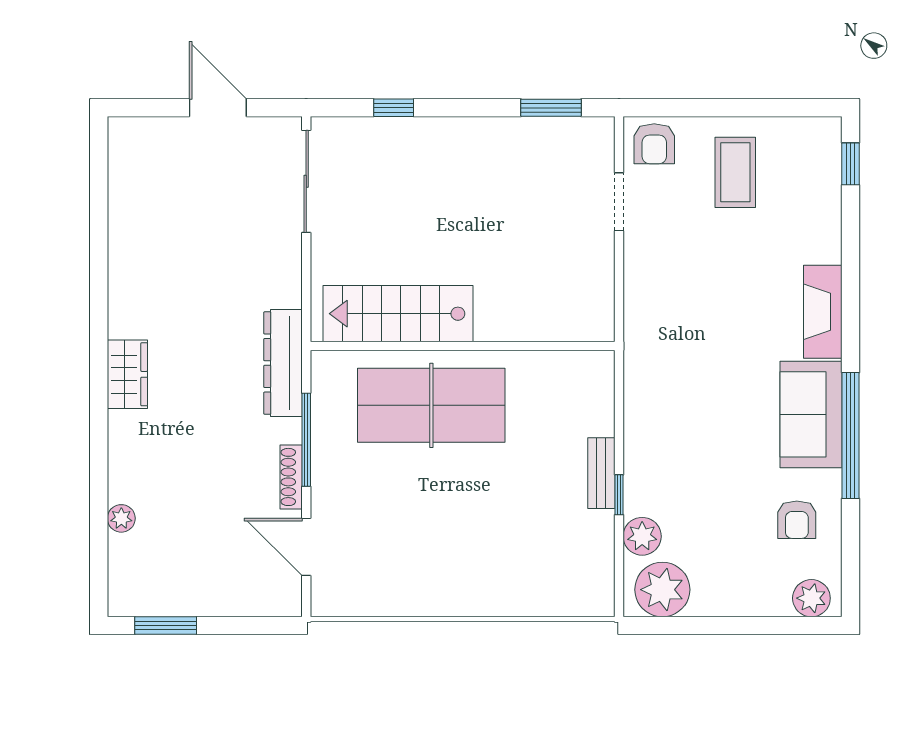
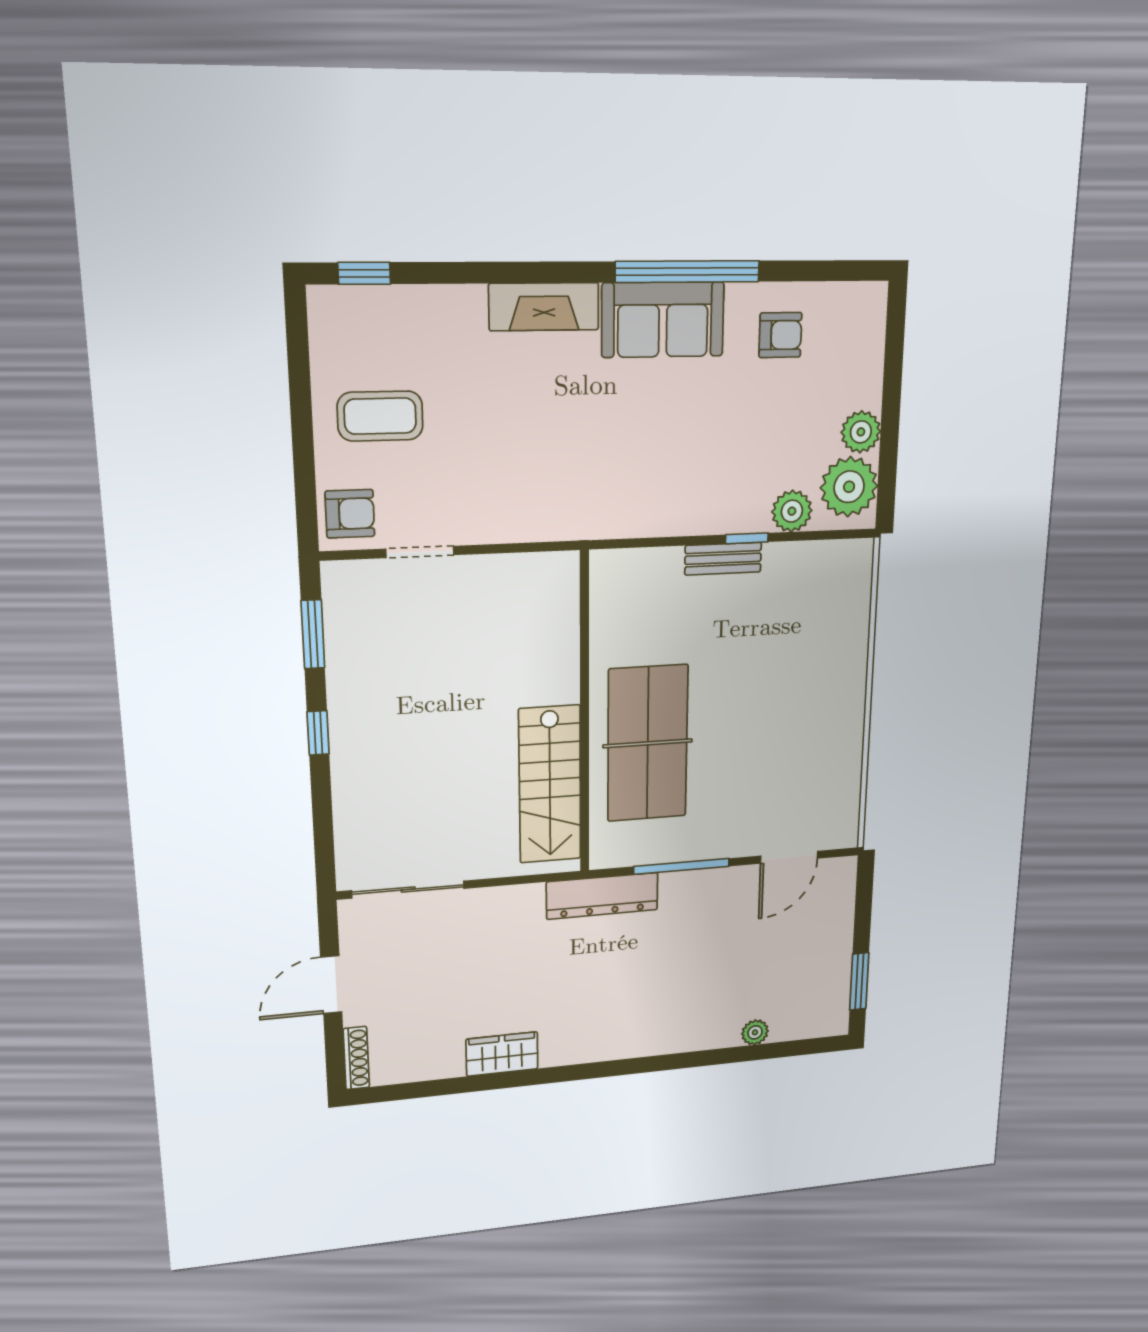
window: (394, 108) -> (318, 733), moved
wardrobe: (127, 374) -> (502, 1054), moved
shoe rack: (291, 477) -> (356, 1058), moved, turned -90
plant: (811, 598) -> (861, 432), moved

